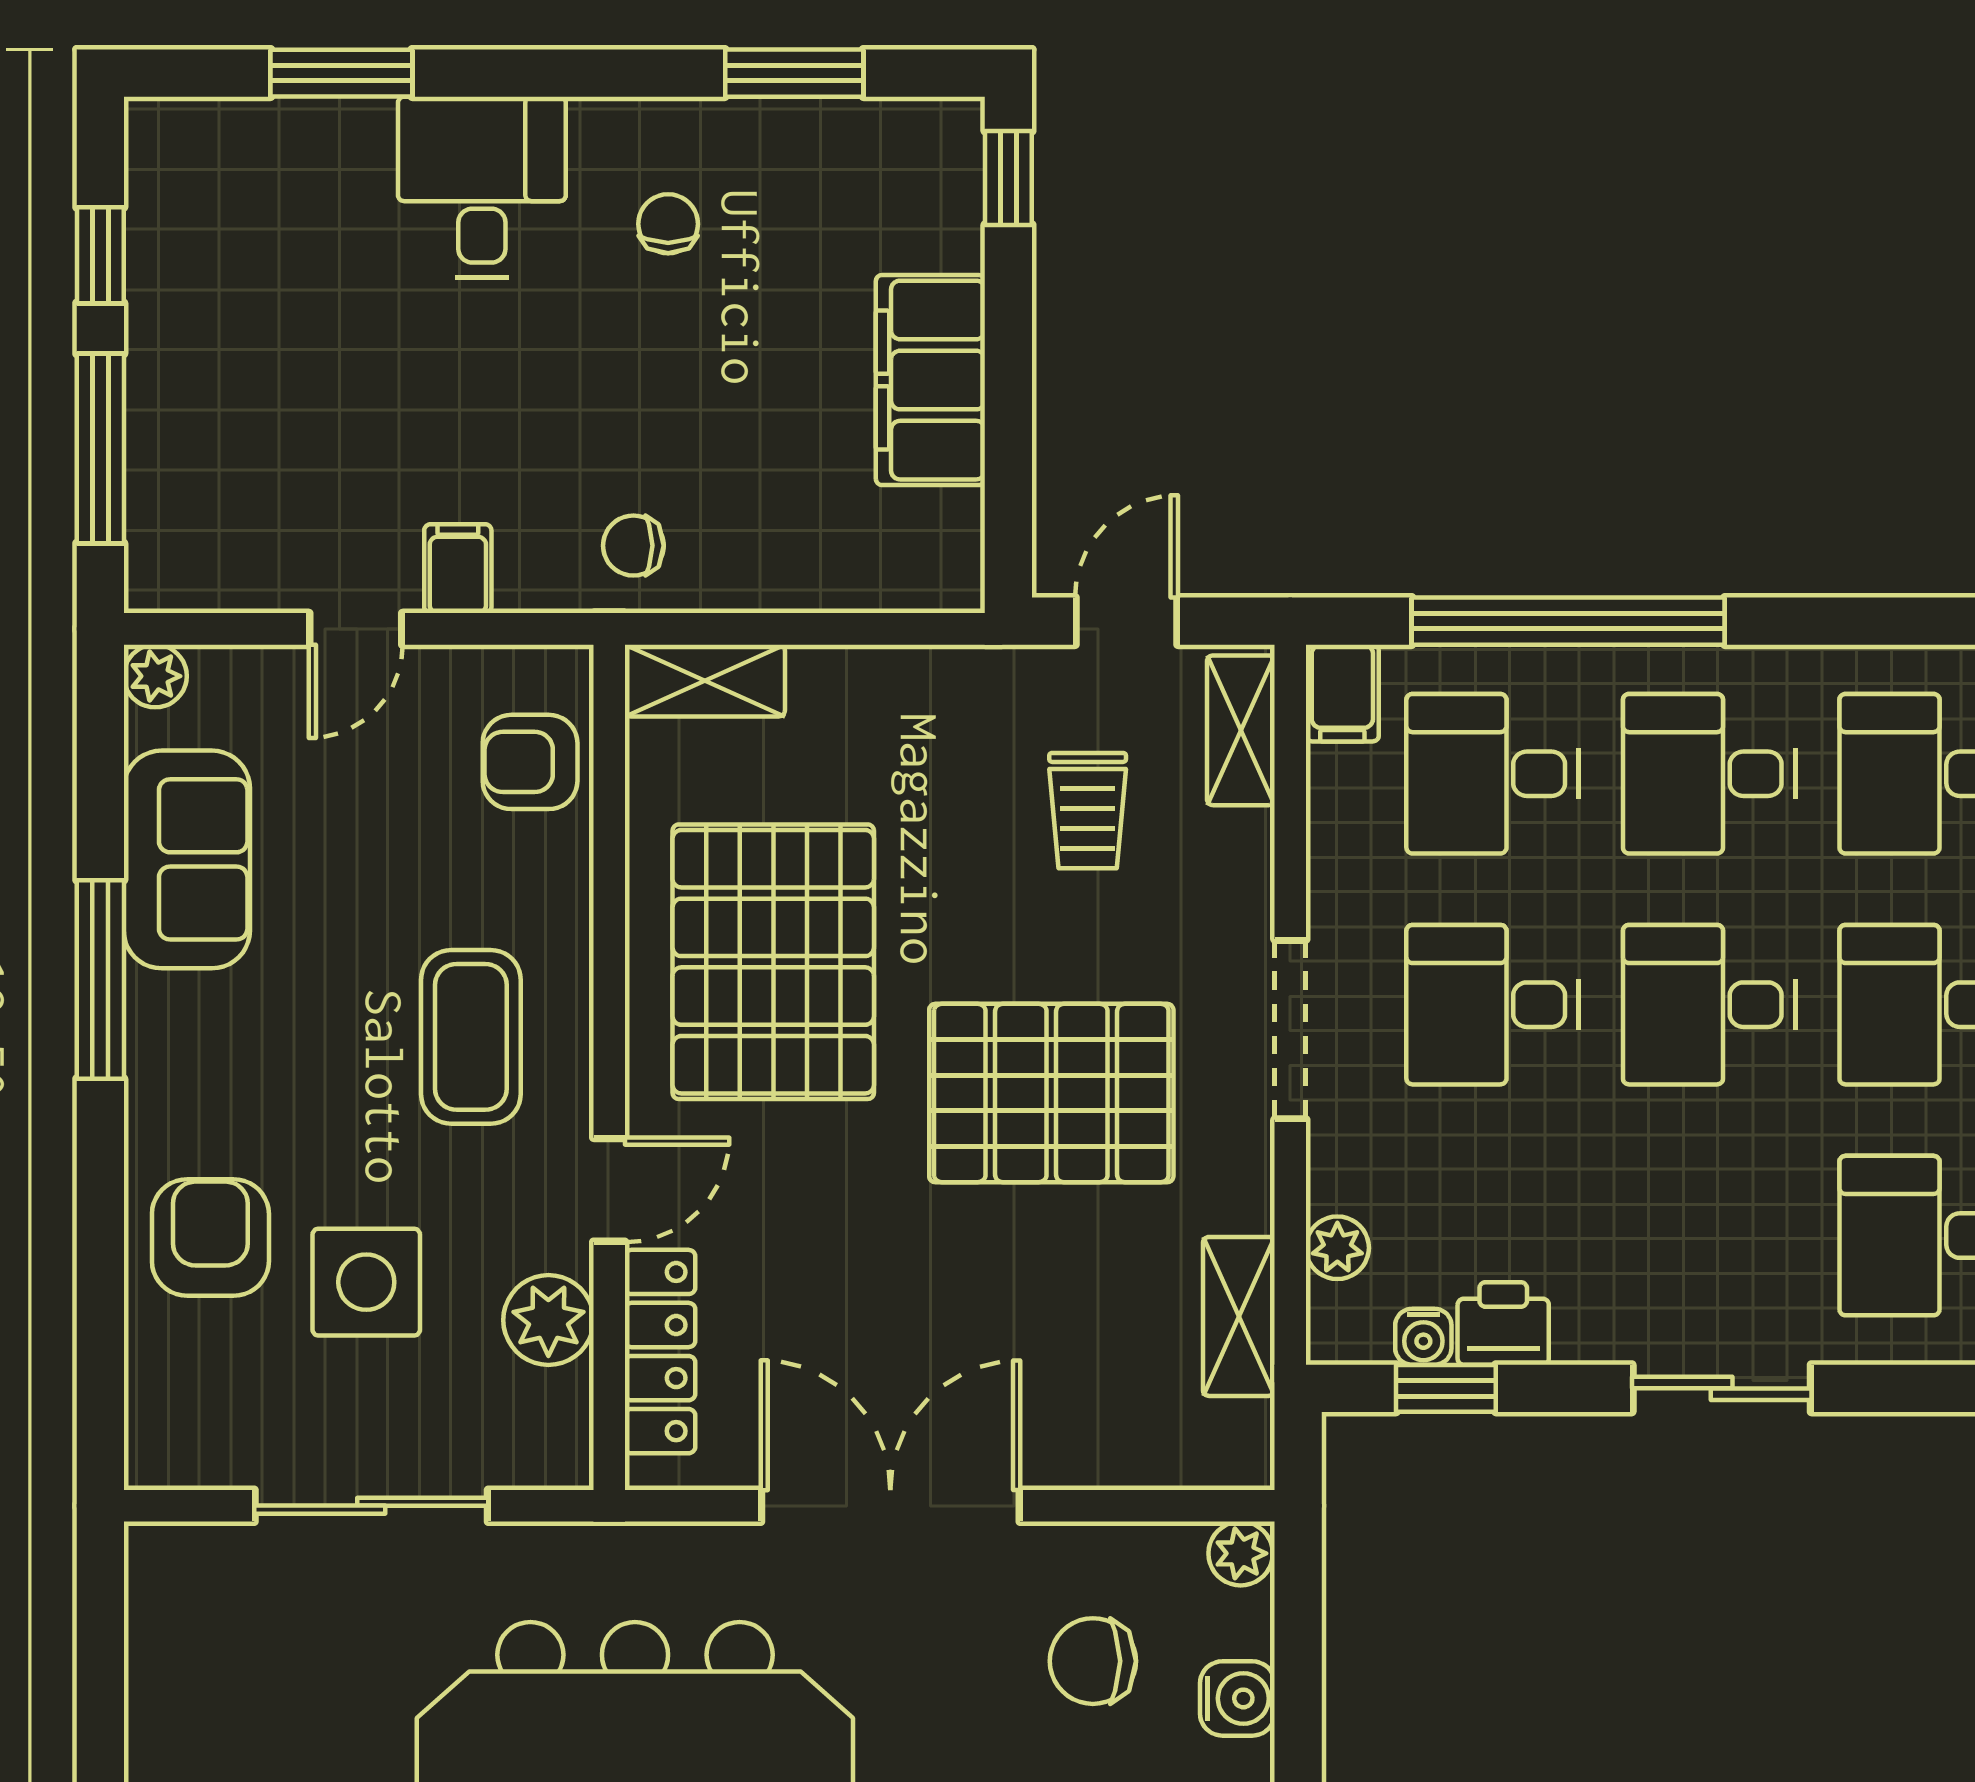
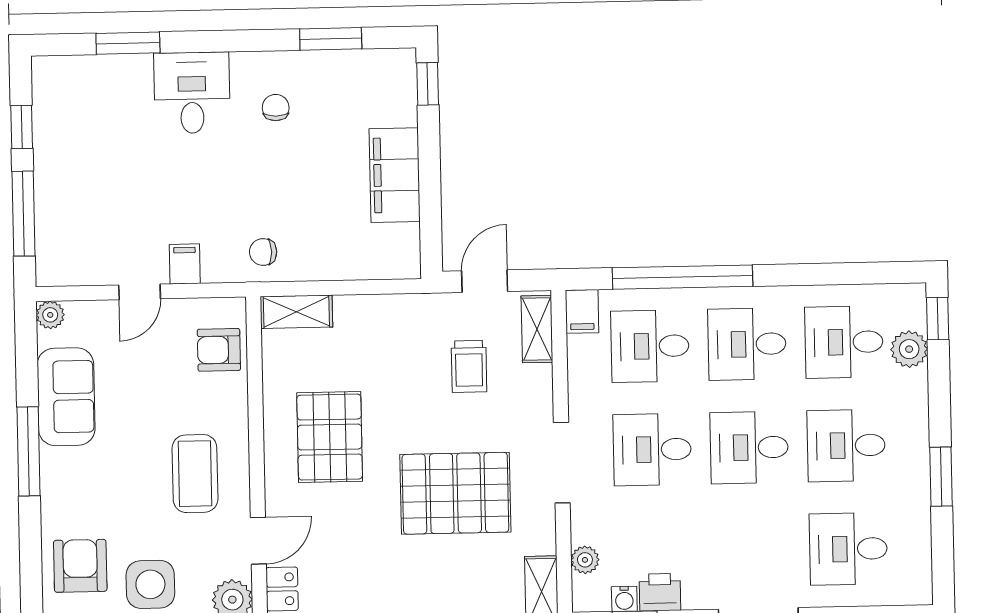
pallet: (773, 962) -> (330, 437), width x0.73, depth x0.71

